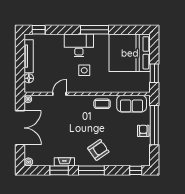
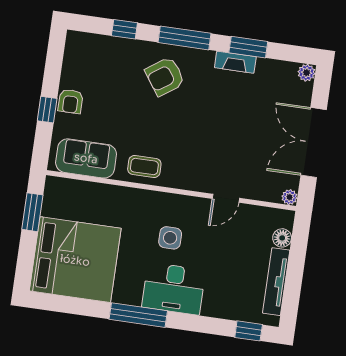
window: (154, 125) -> (47, 110), width x0.32
window: (136, 170) -> (124, 29), moved

